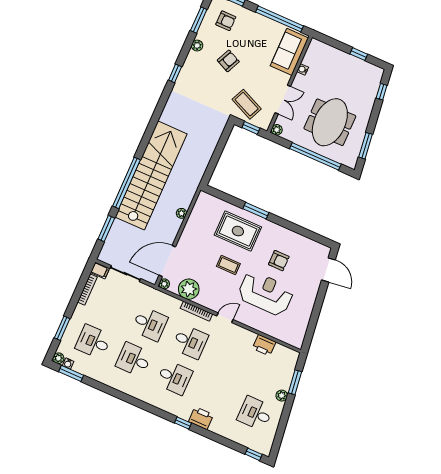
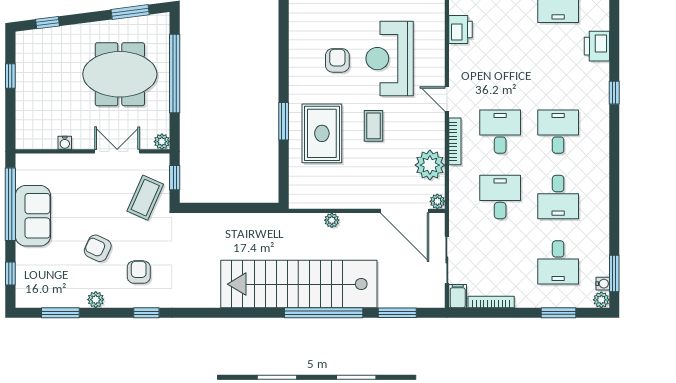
armchair: (226, 21) -> (139, 272), moved
sofa: (289, 52) -> (33, 216), moved, turned -90
printer: (201, 418) -> (597, 46), moved

